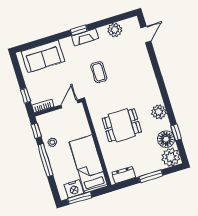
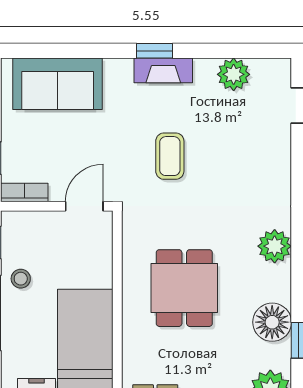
plant: (159, 112) -> (275, 246), moved
dining table: (122, 125) -> (184, 288), turned 90
floor lamp: (166, 139) -> (272, 322), moved

